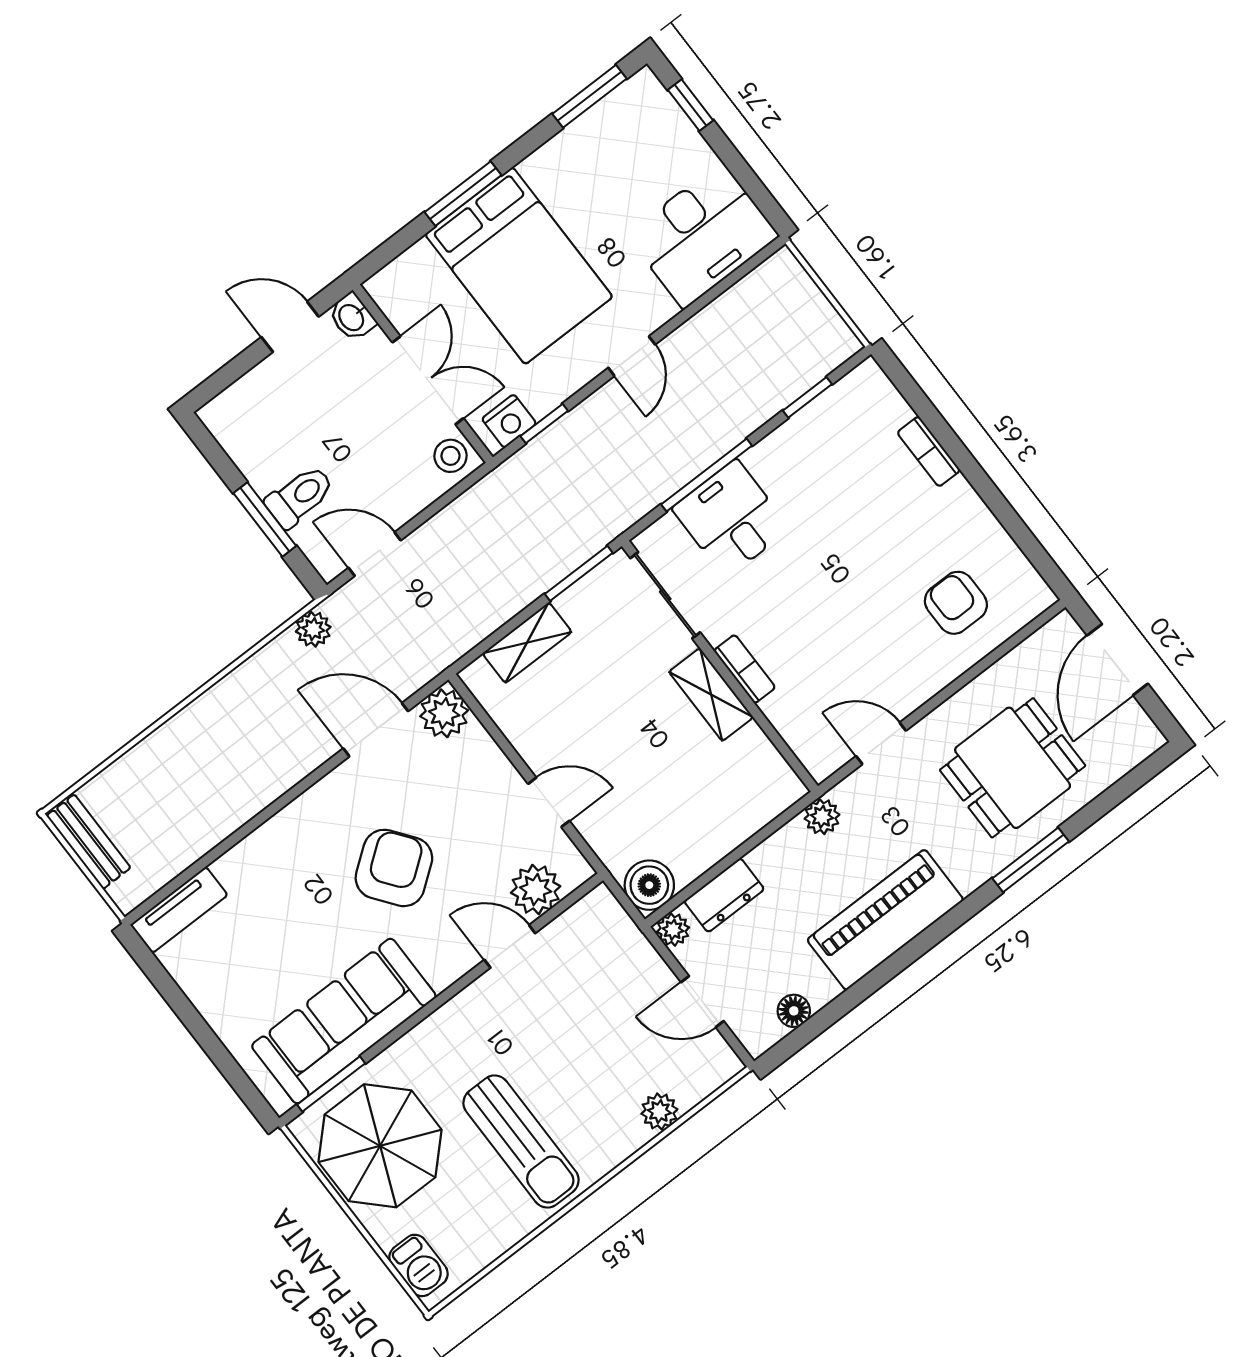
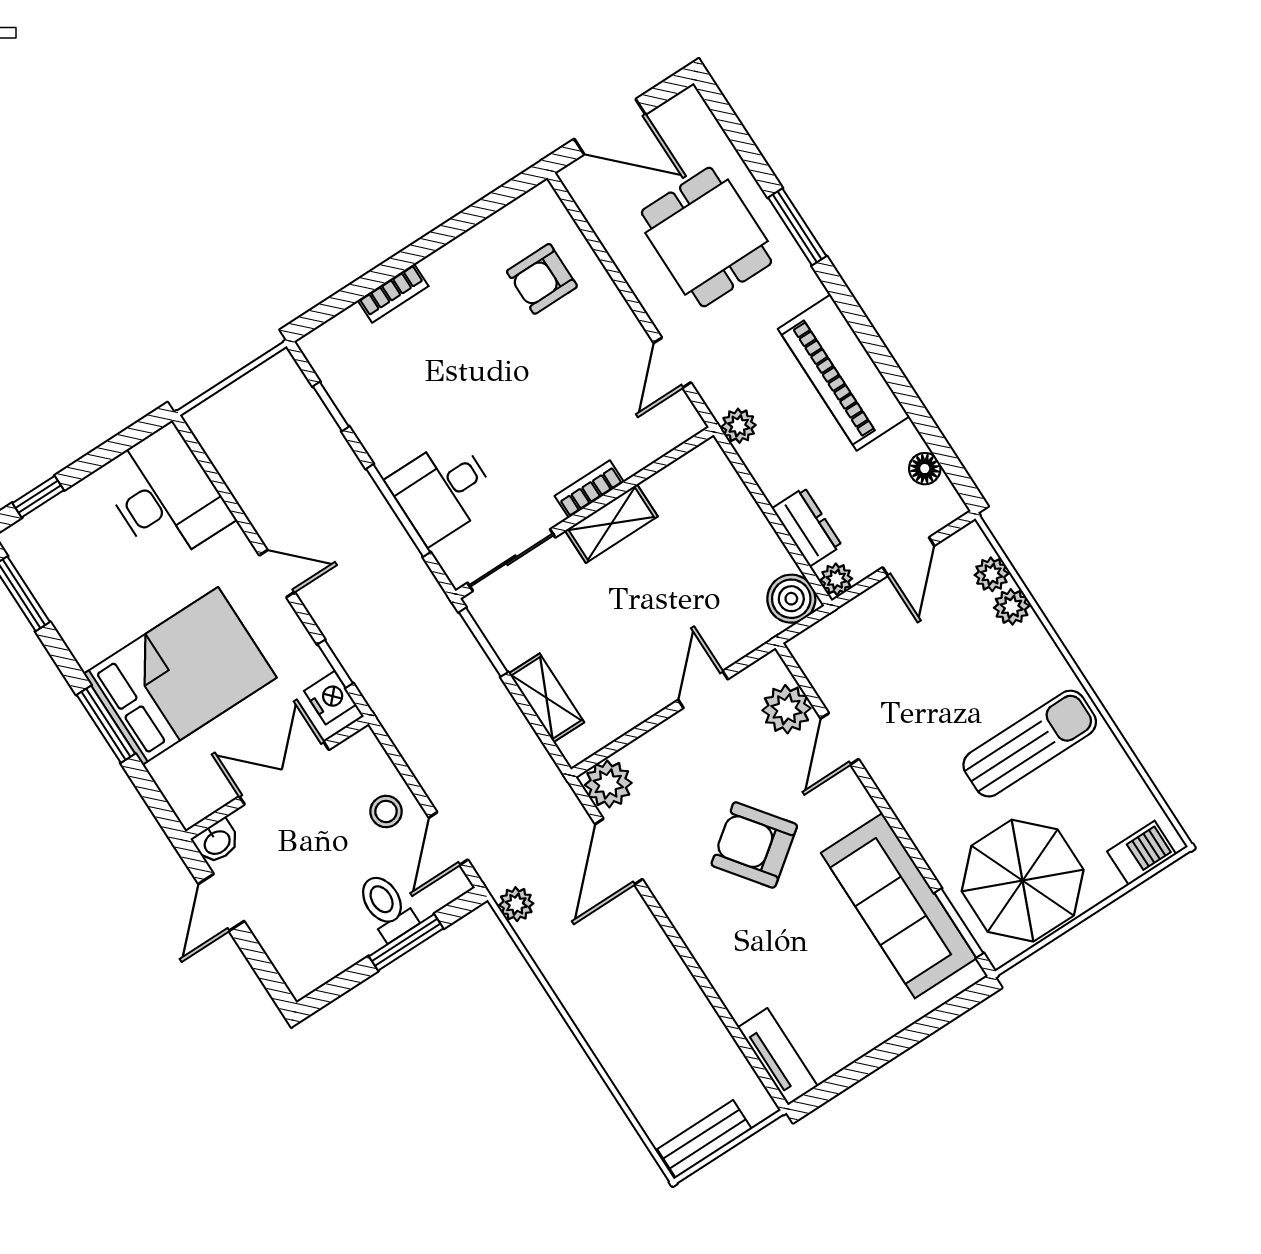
stool: (450, 456) -> (386, 811), moved
plant: (691, 1088) -> (992, 574), added

